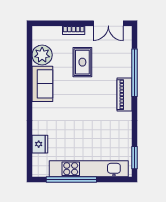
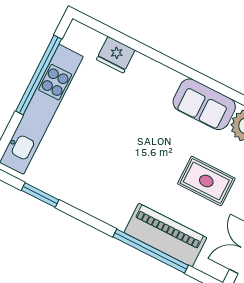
piano: (125, 95) -> (165, 235), moved, width x1.37, depth x1.33
window: (135, 158) -> (40, 195), moved

